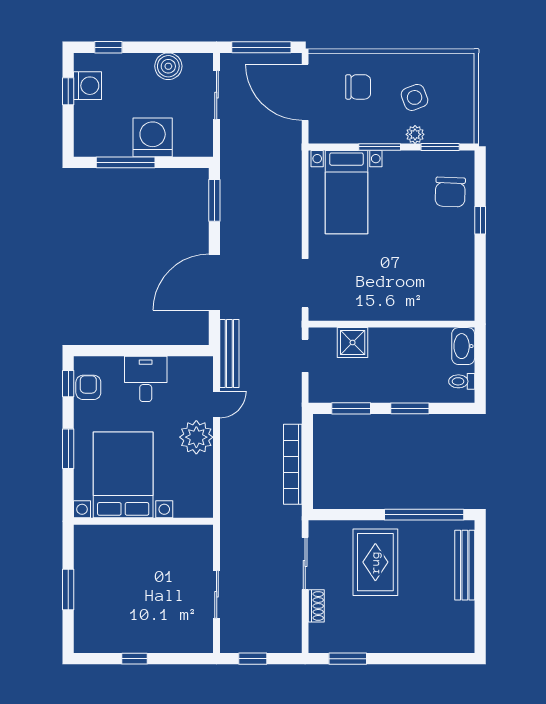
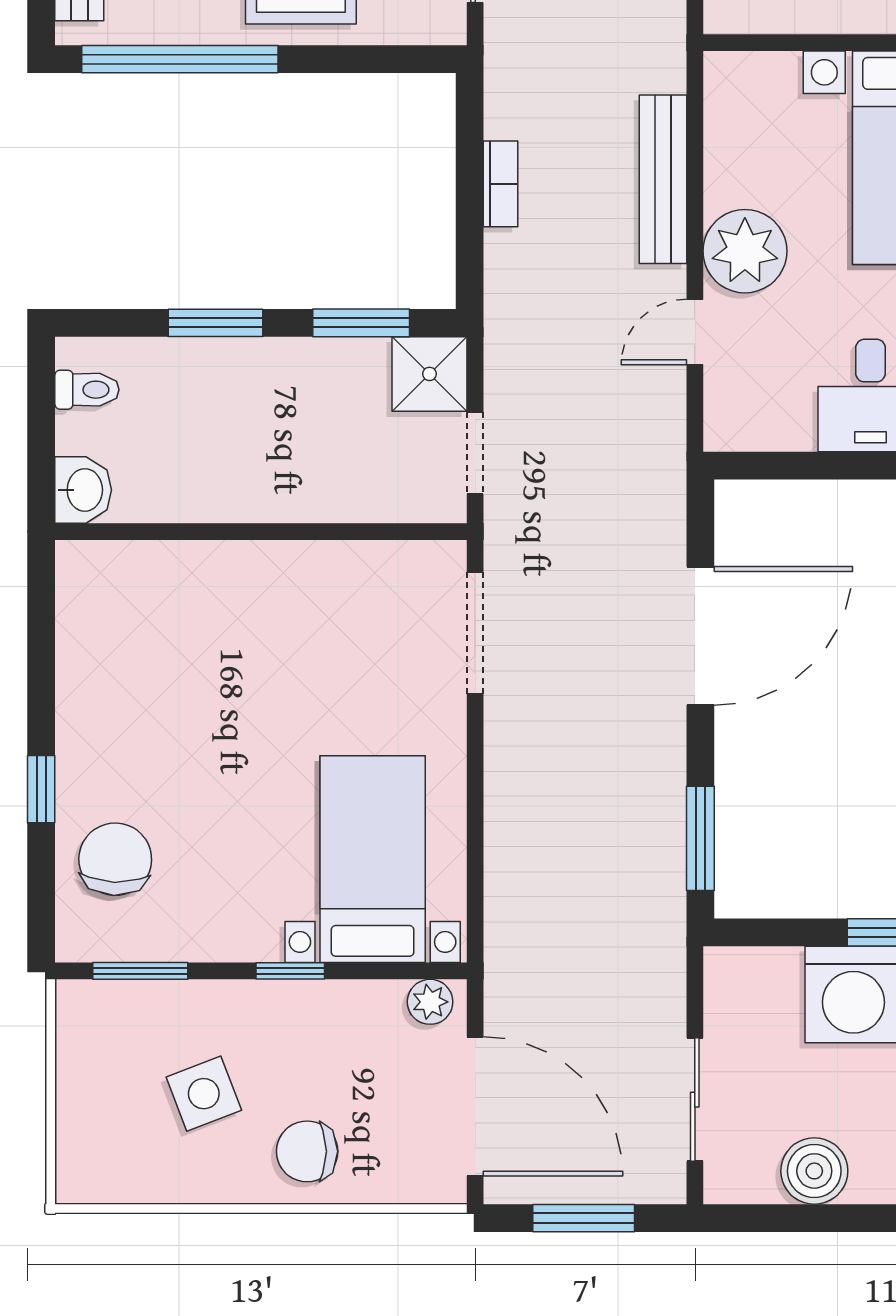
window: (261, 47) -> (584, 1218), width x0.69
chair: (358, 87) -> (307, 1151), moved
plant: (415, 134) -> (430, 1002), moved
window: (380, 147) -> (290, 971), width x0.67
shower: (353, 343) -> (430, 374), moved
washbasin: (463, 346) -> (83, 490), width x0.72
bench: (229, 354) -> (663, 179), moved
bookcase: (293, 464) -> (501, 184), width x0.43, depth x0.76

